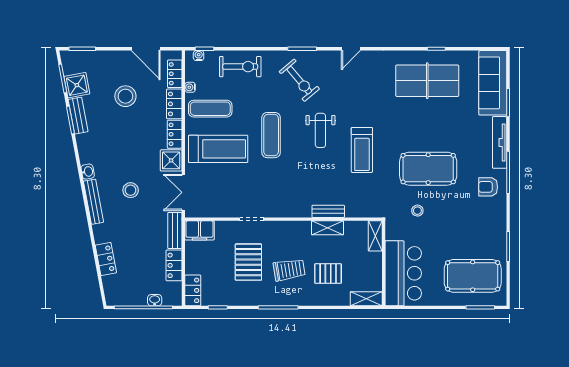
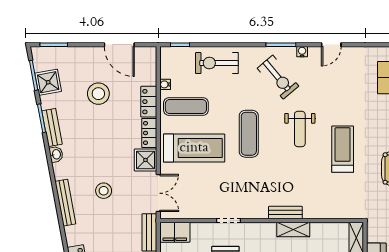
water cooler: (199, 56) -> (302, 52), moved
exercise bike: (240, 67) -> (217, 63), turned 180
locker: (175, 74) -> (149, 70), removed
bench: (78, 116) -> (52, 127), moved
treadmill: (362, 150) -> (343, 149), turned 180
washbasin: (88, 172) -> (56, 154), moved
double door: (183, 192) -> (158, 193), swing flipped
bench: (328, 211) -> (285, 213), moved
shelving: (327, 228) -> (293, 230), moved

